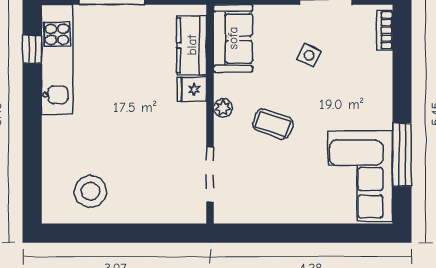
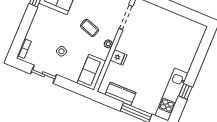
kitchen counter: (192, 45) -> (120, 94), moved, turned -90
window: (32, 49) -> (185, 91), moved
stool: (90, 191) -> (181, 31), removed

